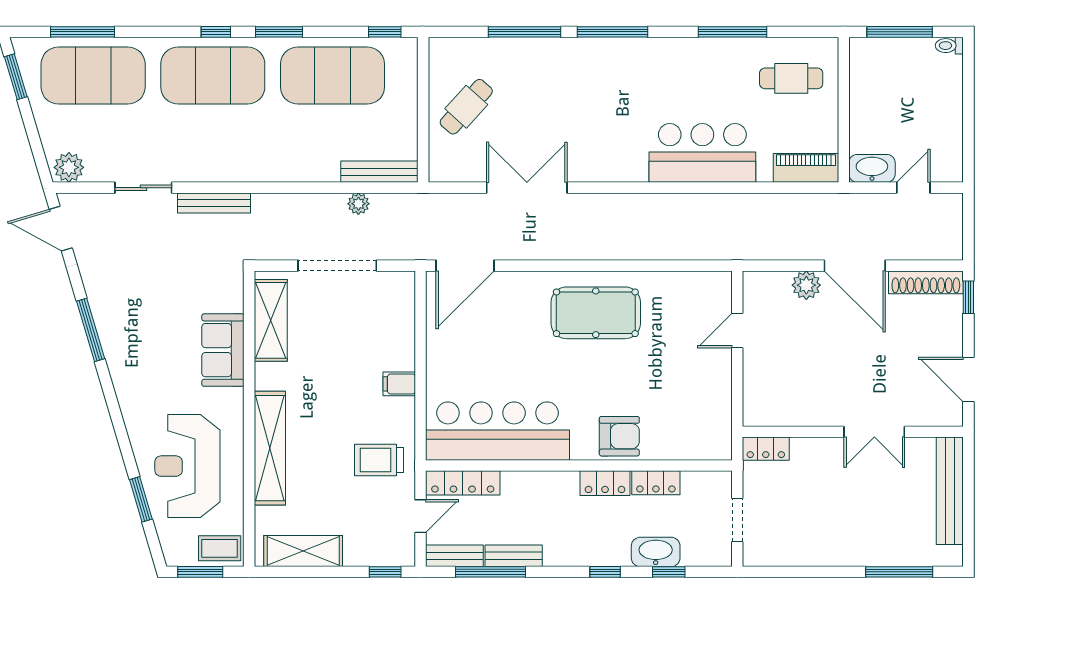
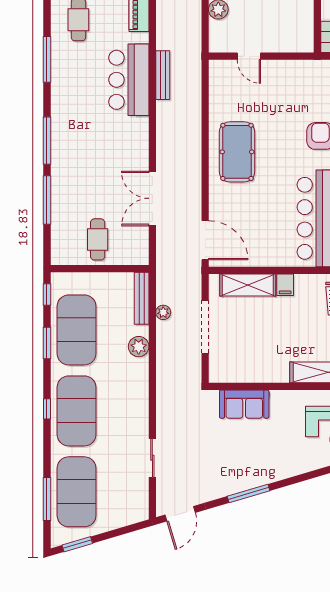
window: (279, 32) -> (47, 343), moved
cafe table: (466, 107) -> (98, 239), turned 48
plant: (69, 167) -> (139, 347), moved
bench: (214, 203) -> (163, 75), moved
shelving: (271, 320) -> (248, 285), moved
sofa: (223, 350) -> (244, 404), moved

